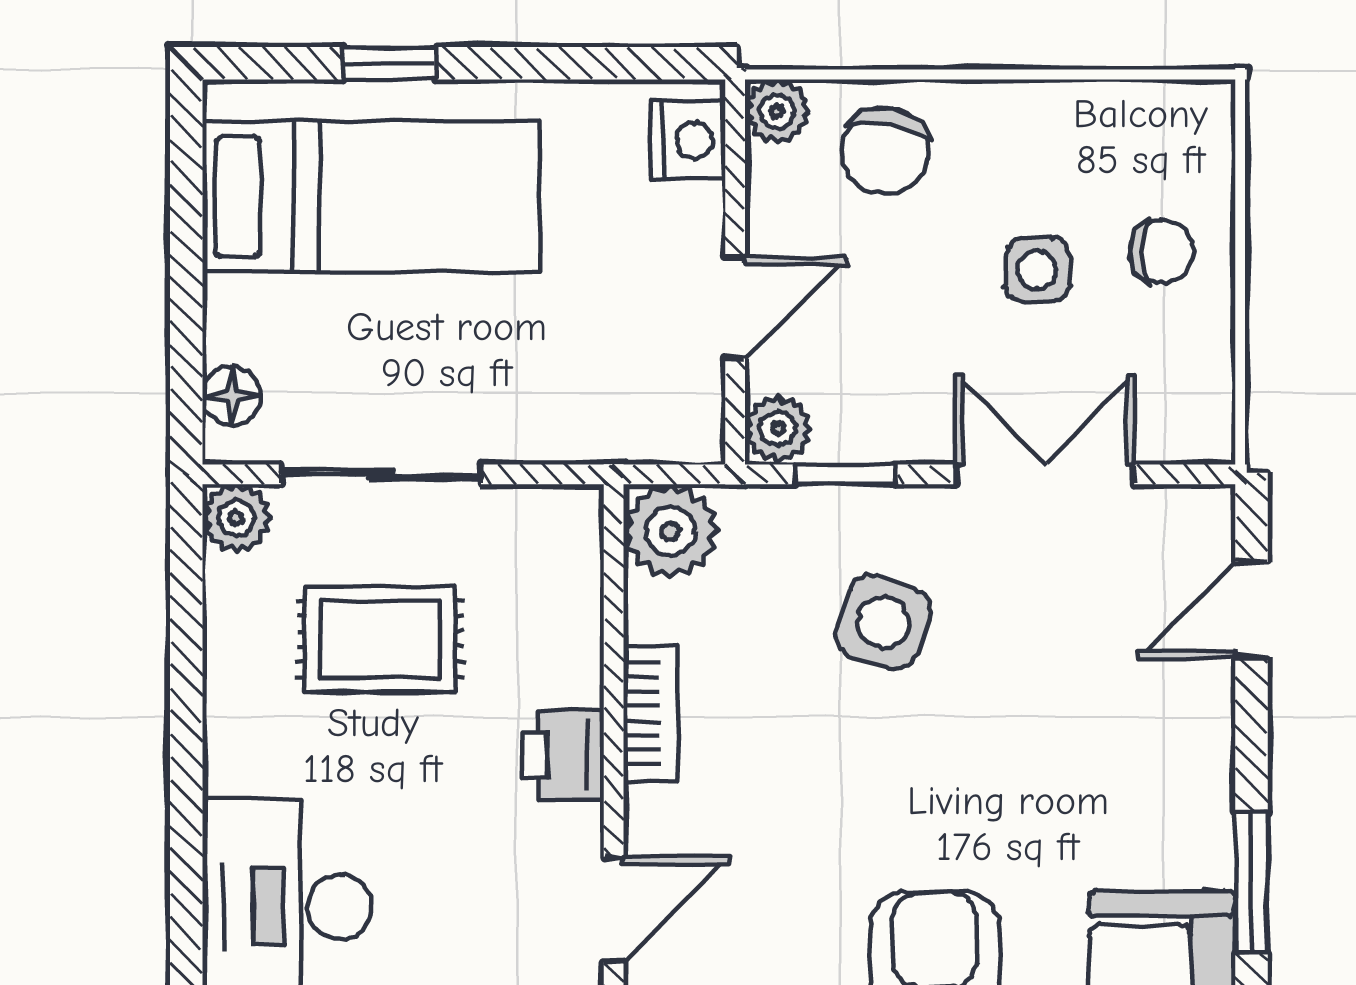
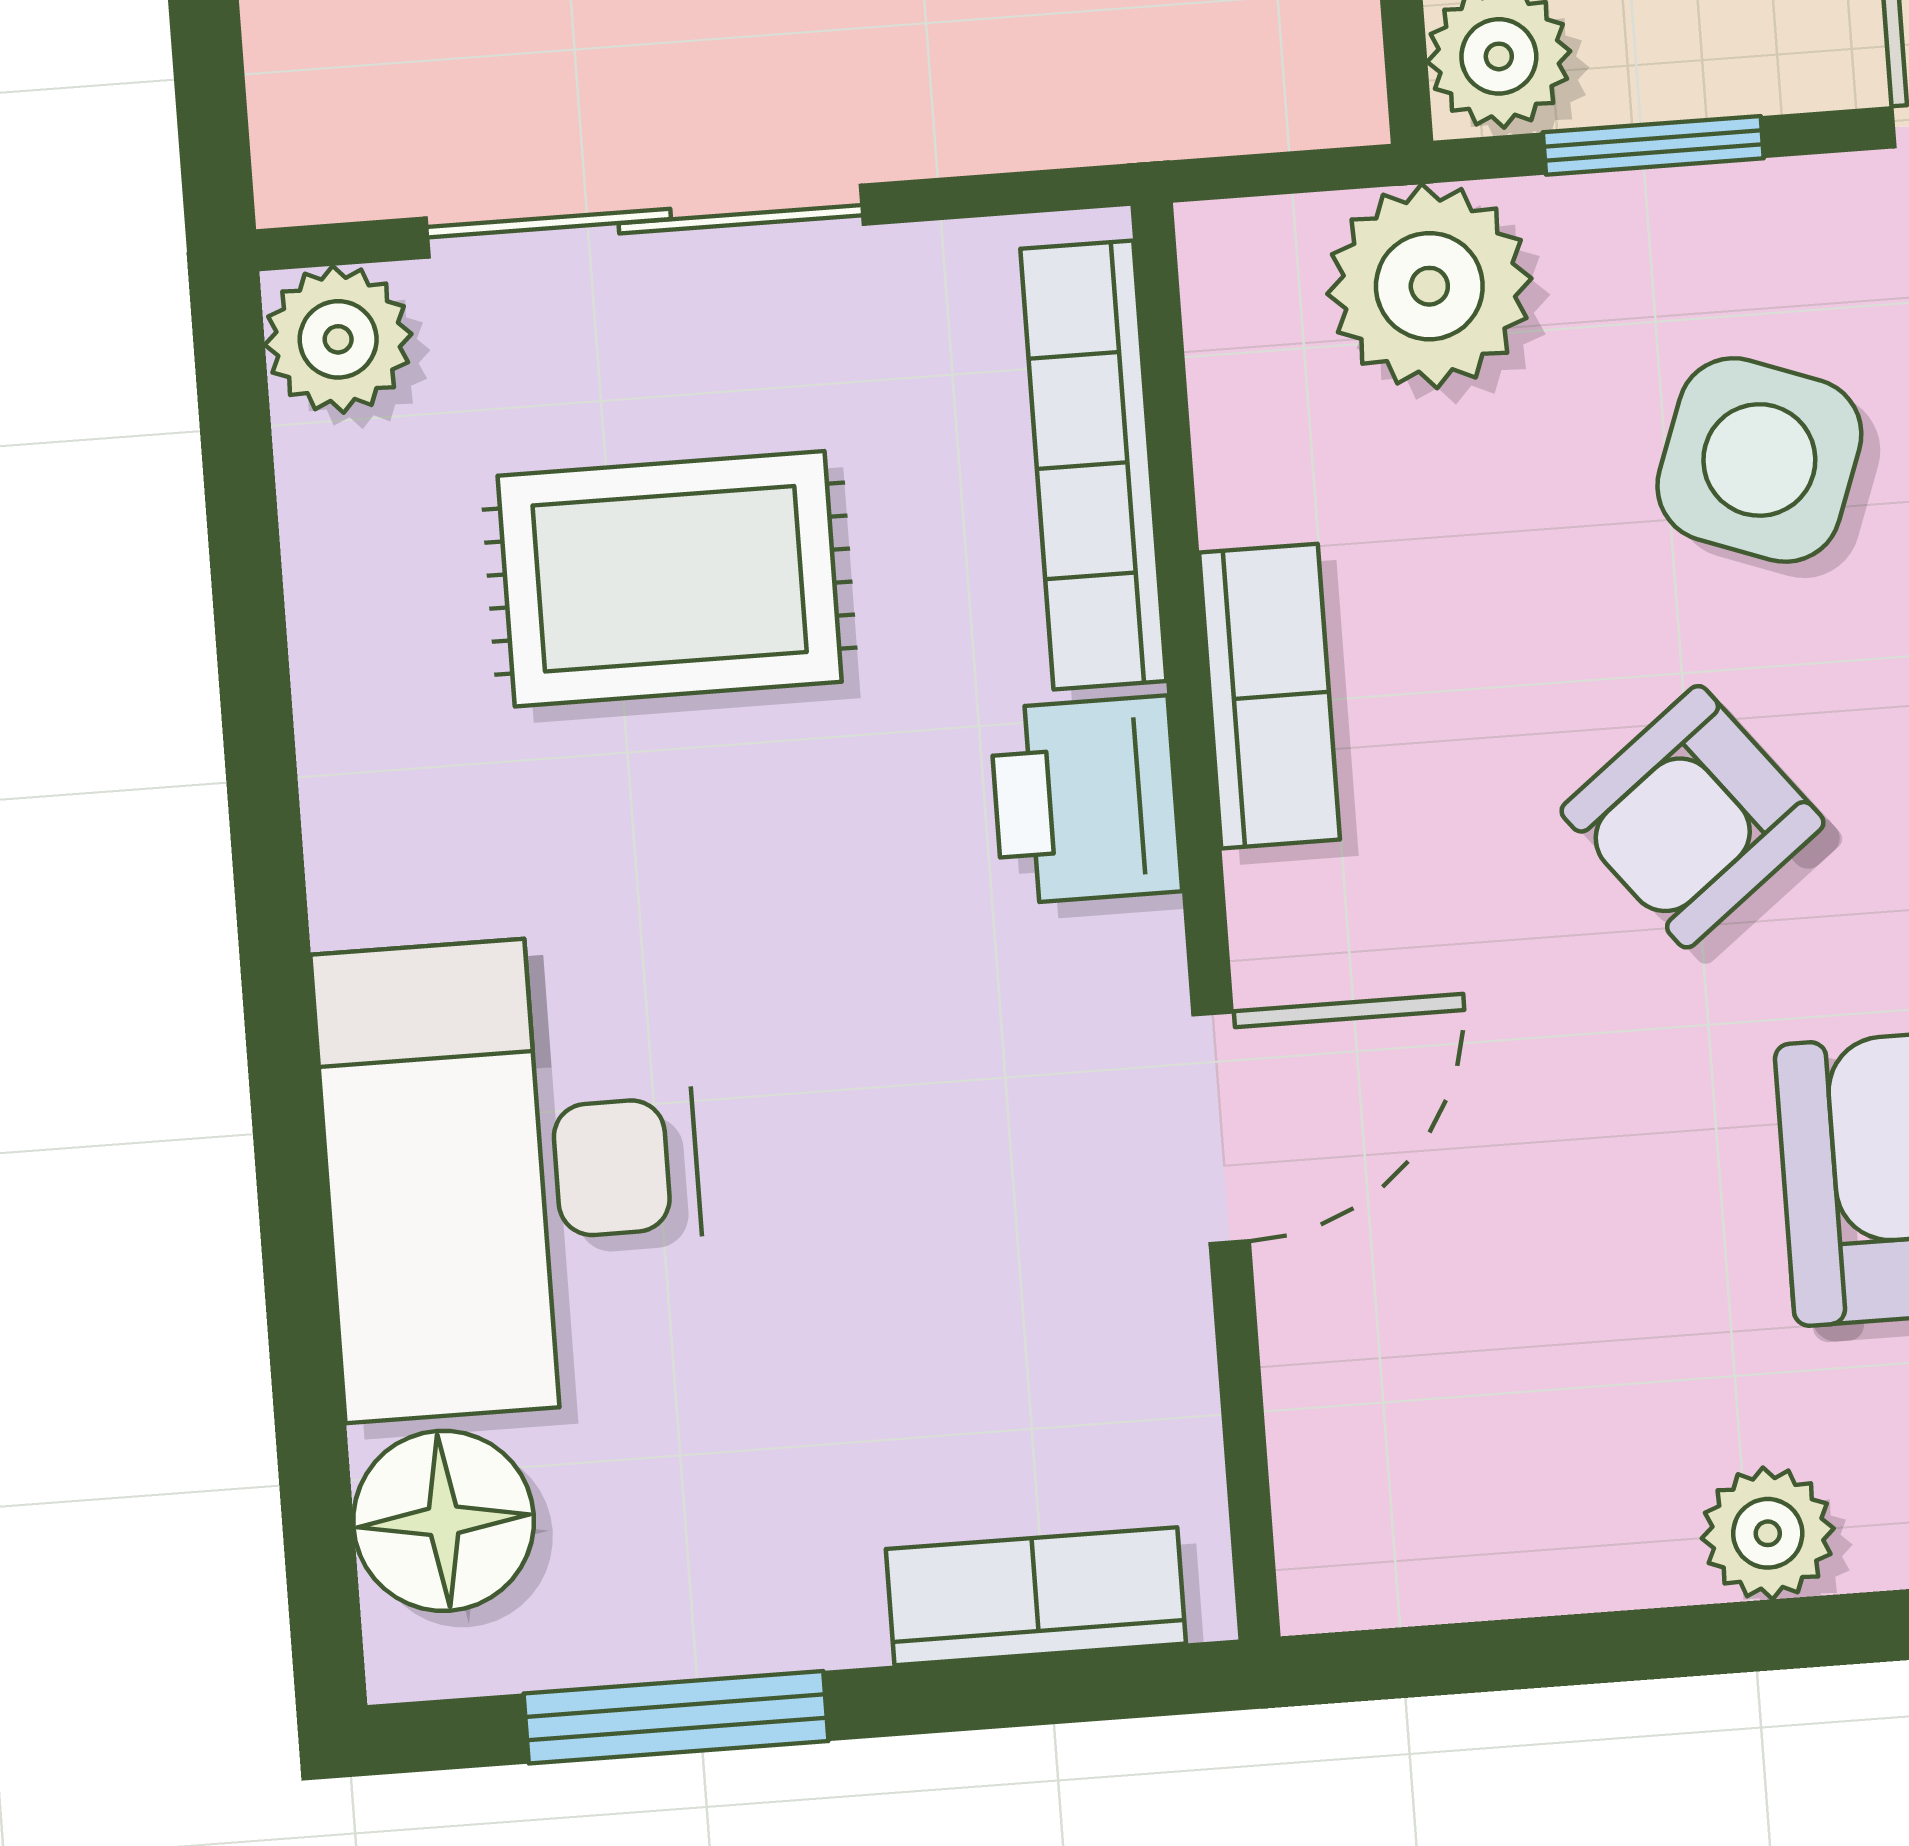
floor lamp: (232, 396) -> (308, 76), removed
plant: (670, 531) -> (1429, 286), moved
bookcase: (578, 601) -> (1093, 465), added
armchair: (840, 783) -> (1693, 817), added

